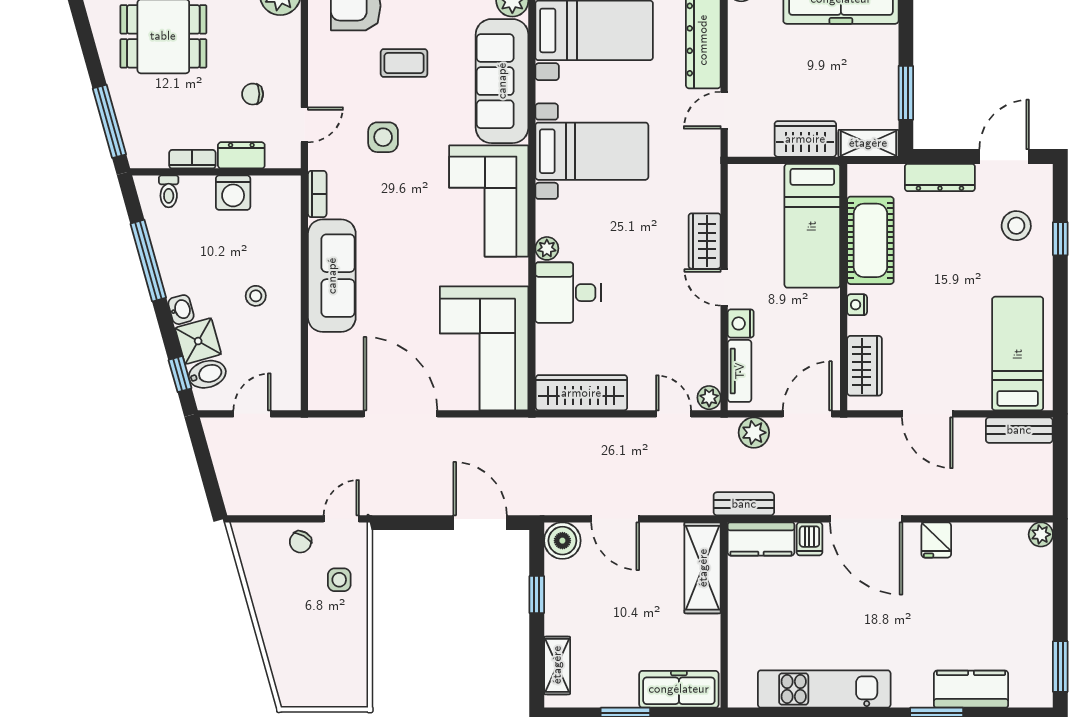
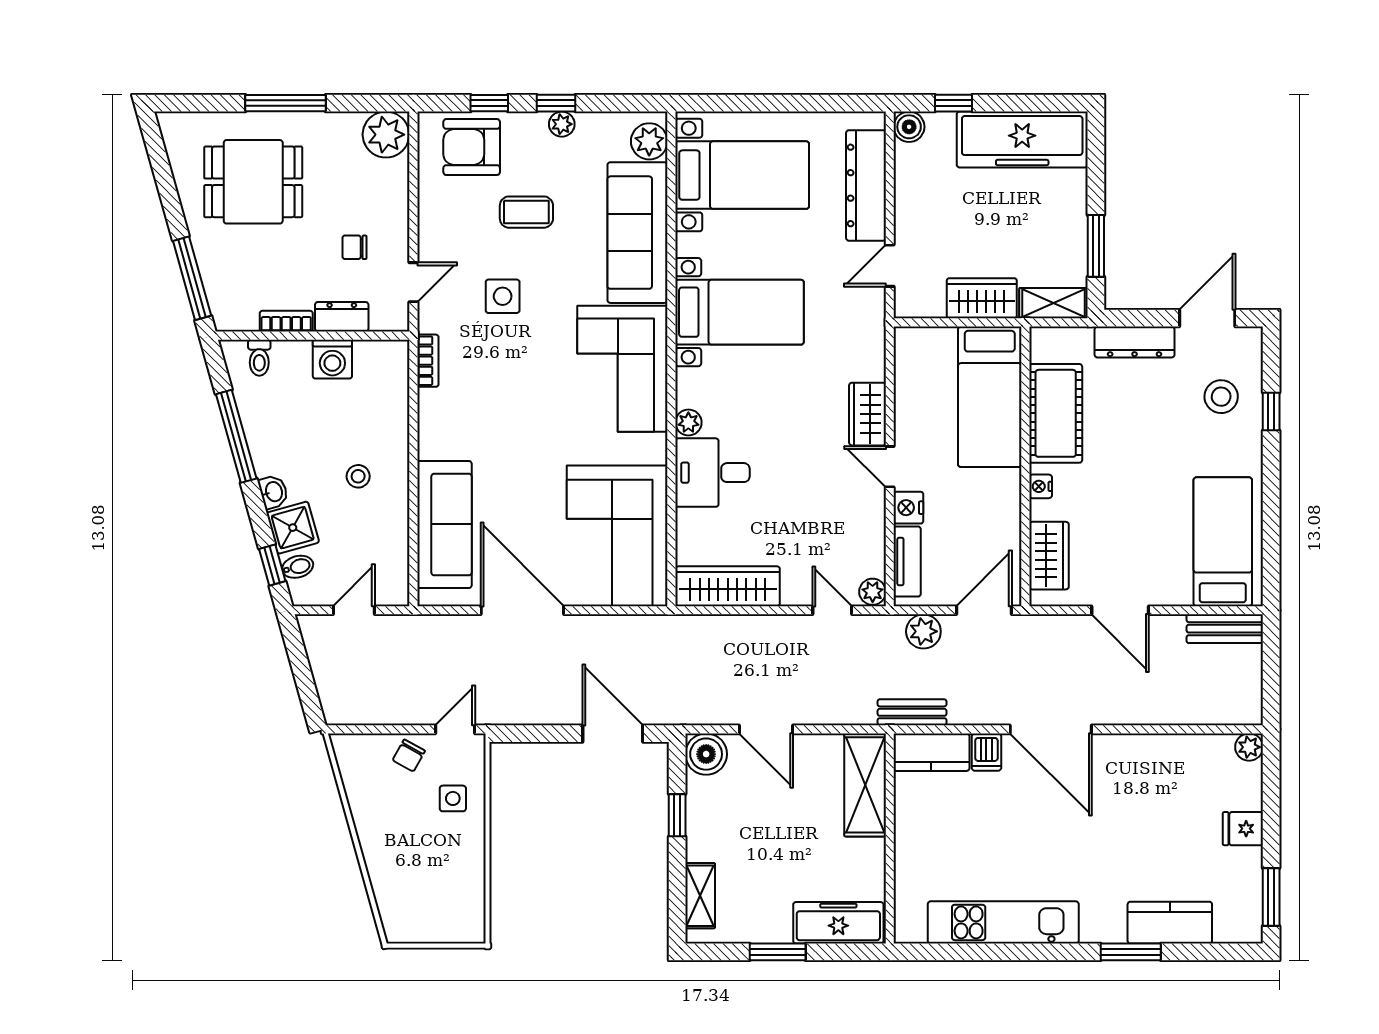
sofa: (332, 276) -> (444, 524), moved
bidet: (207, 374) -> (298, 567), width x0.72, depth x0.74
fridge: (936, 540) -> (1243, 829), moved, turned 90

